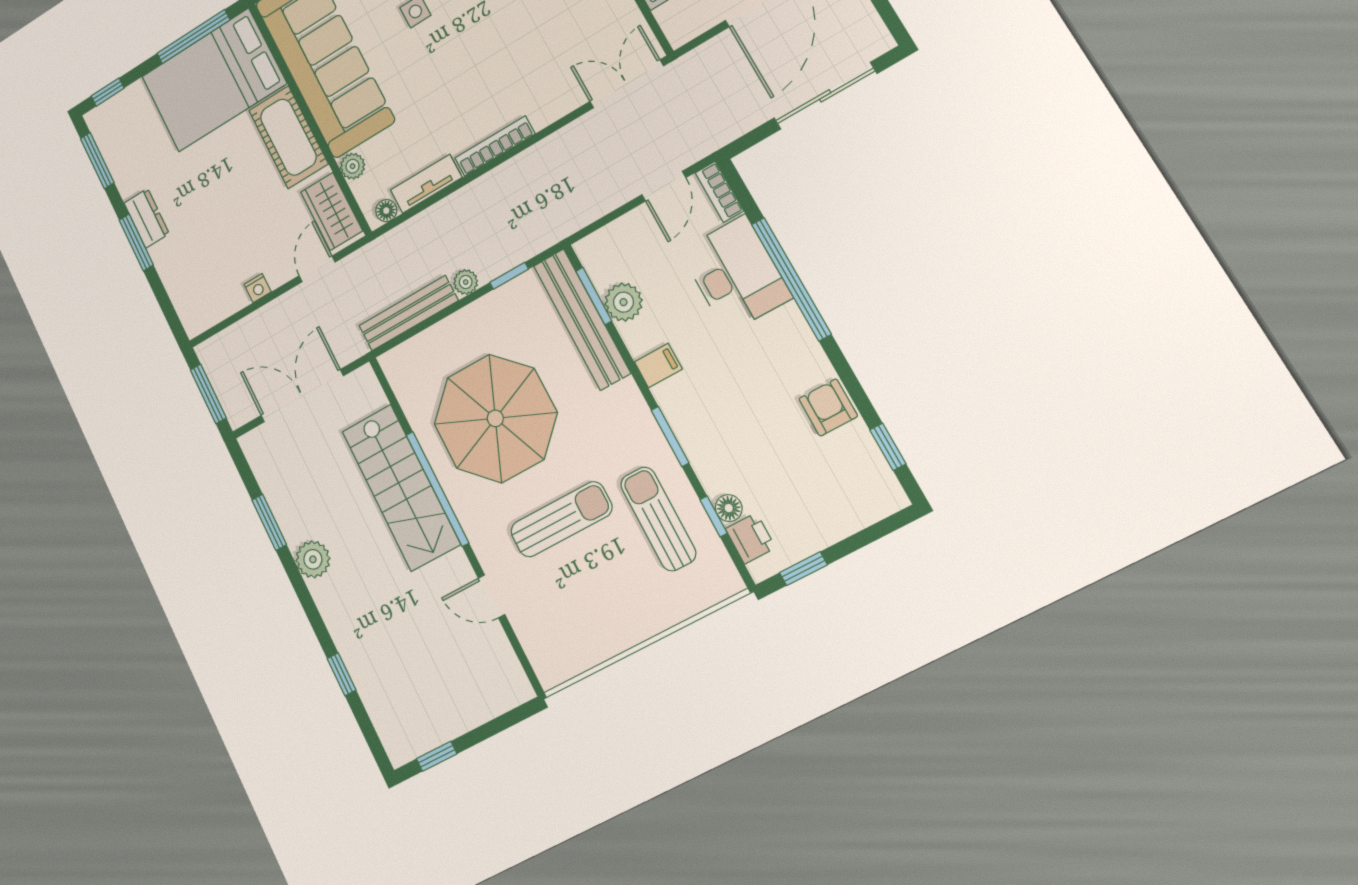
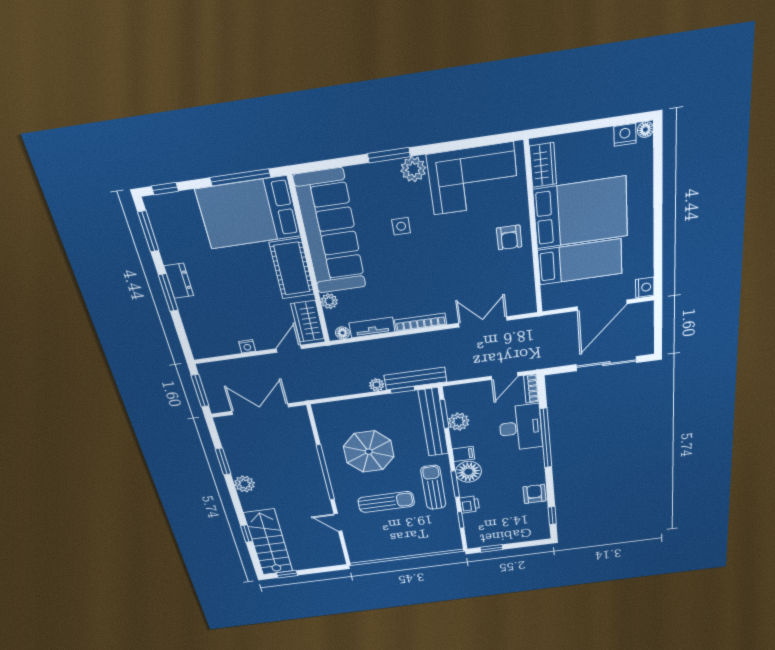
double door: (627, 84) -> (483, 322), moved
bench: (408, 313) -> (415, 379), moved
parasol: (495, 418) -> (369, 452), width x0.73, depth x0.73
stairs: (401, 487) -> (269, 542), moved, turned 180
floor lamp: (729, 508) -> (468, 472), moved, width x1.89, depth x1.89
sun lounger: (658, 519) -> (433, 487), moved
printer: (750, 538) -> (470, 504), moved

